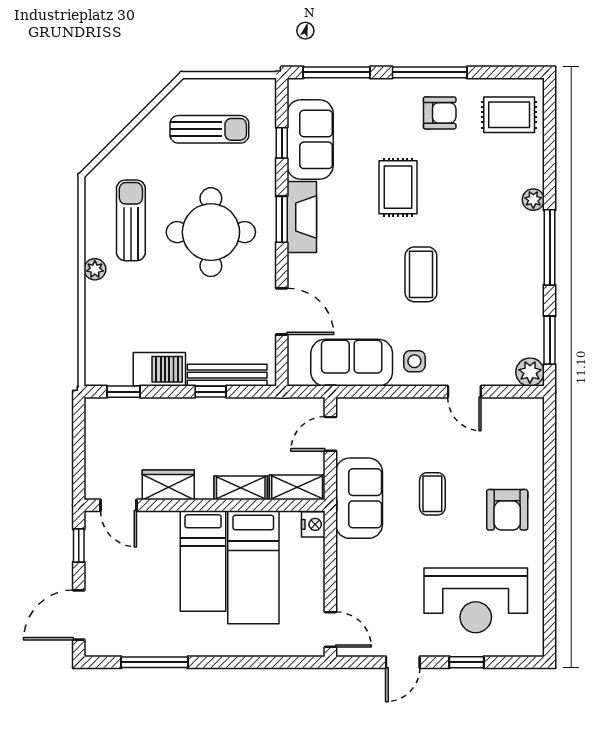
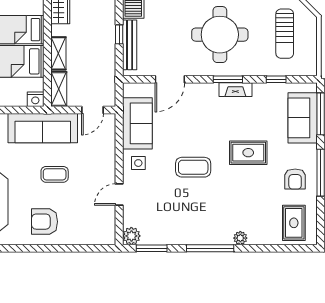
sofa: (310, 139) -> (303, 118), moved, turned 90
fireplace: (302, 217) -> (235, 90), width x0.73, depth x0.76
door: (330, 434) -> (92, 110), swing flipped
sofa: (359, 498) -> (43, 128), width x1.36

